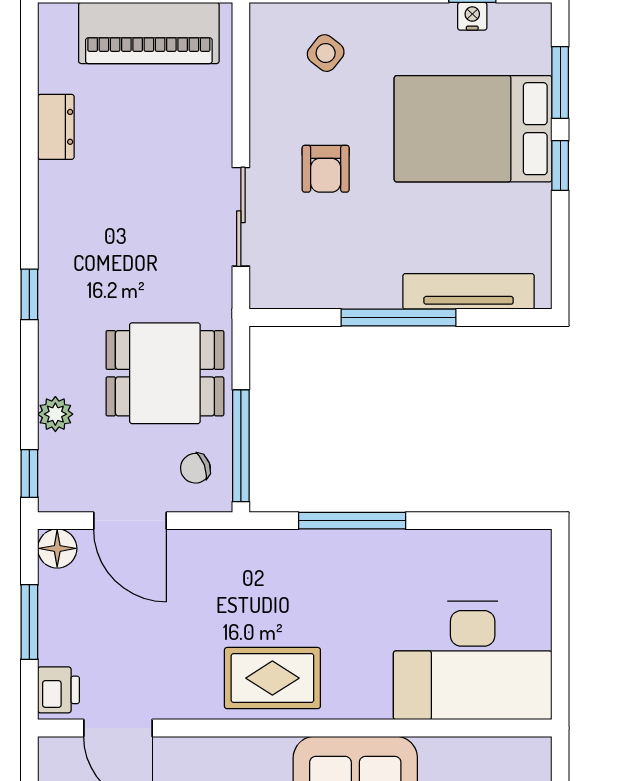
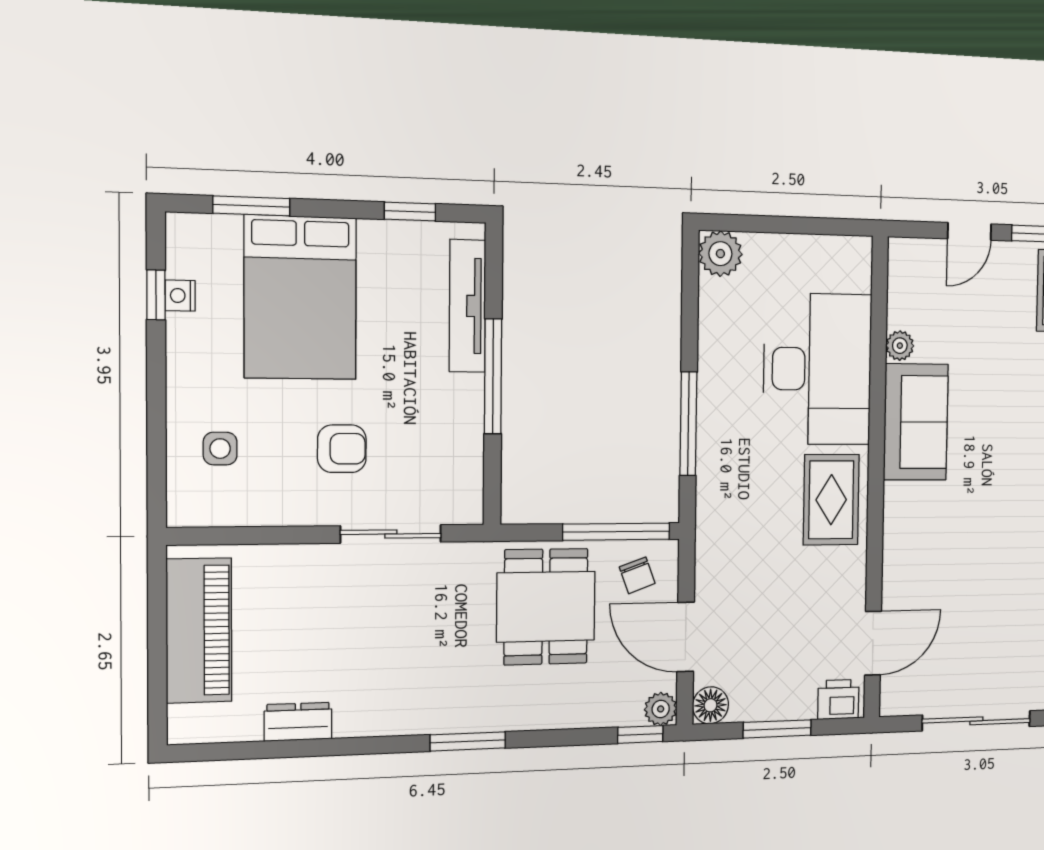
side table: (326, 53) -> (220, 449), turned -38
window: (560, 166) -> (410, 211), moved
window: (29, 294) -> (468, 741), width x1.50
plant: (55, 414) -> (661, 709), moved
door: (130, 521) -> (686, 637), swing flipped
plant: (528, 553) -> (720, 254), added
desk: (473, 660) -> (818, 369), moved
plant: (437, 752) -> (900, 346), added

